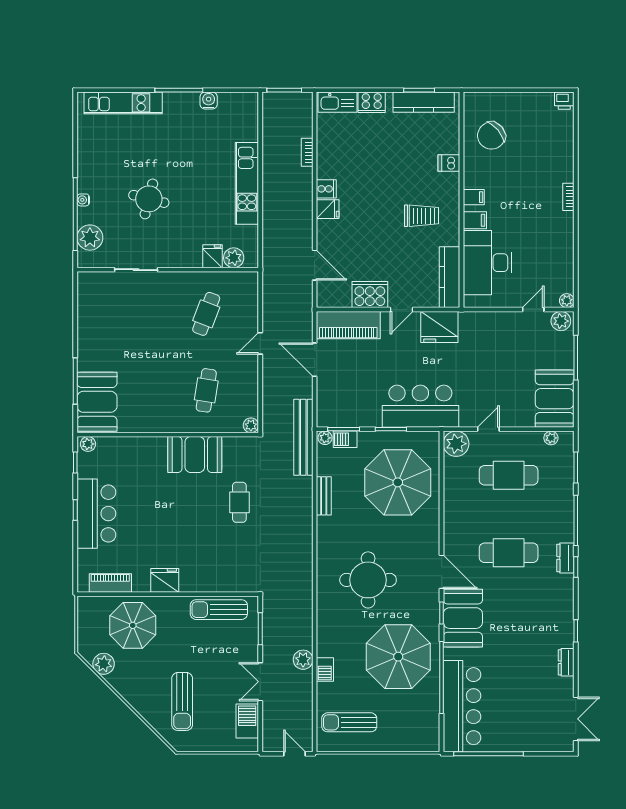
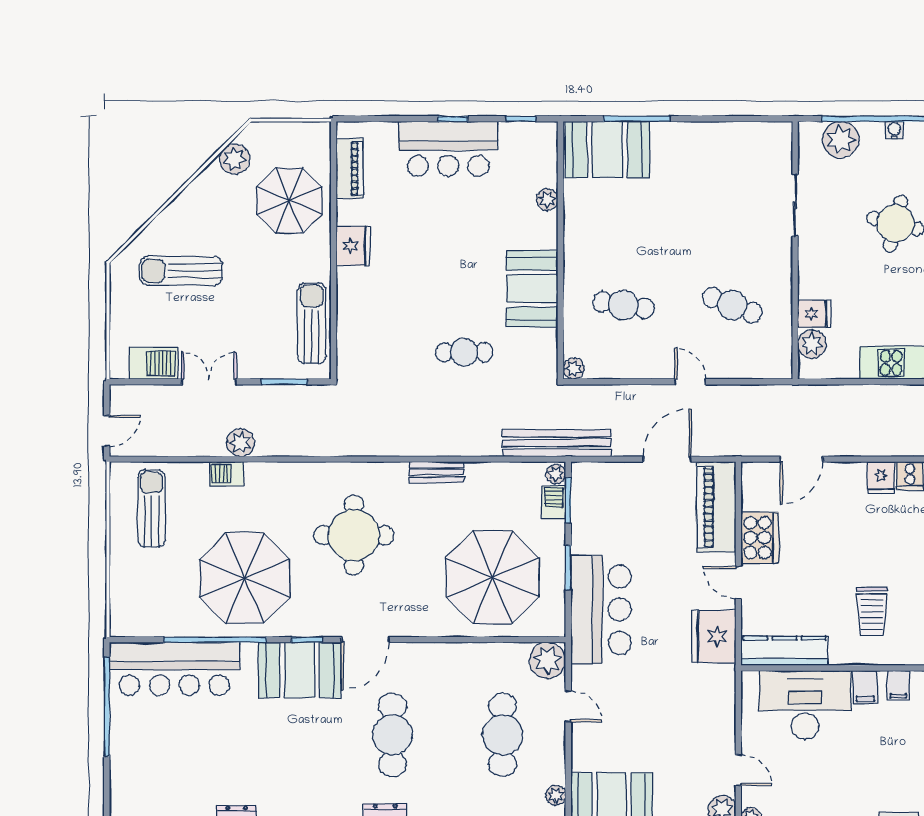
plant: (88, 444) -> (547, 200), moved
bench: (324, 496) -> (437, 472), moved

